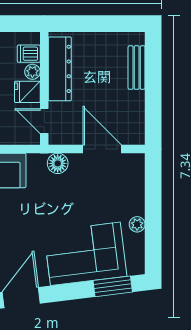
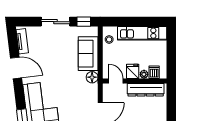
door: (44, 121) -> (116, 81), hinge flipped
floor lamp: (58, 163) -> (92, 77), moved

